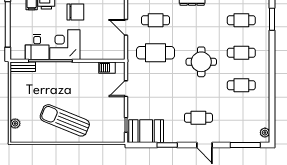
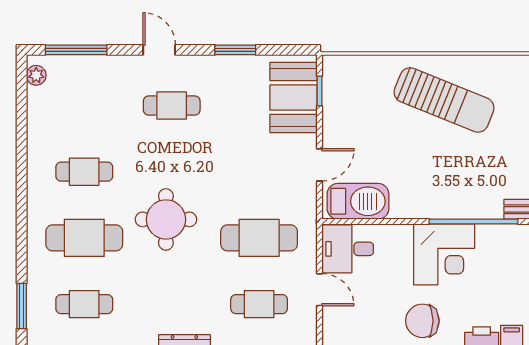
desk: (37, 47) -> (348, 249), moved, turned -90
cafe table: (241, 53) -> (84, 238), width x1.37, depth x1.35
barbecue: (107, 68) -> (358, 201), width x1.88, depth x1.53
booth: (146, 131) -> (294, 98), moved, turned 90

